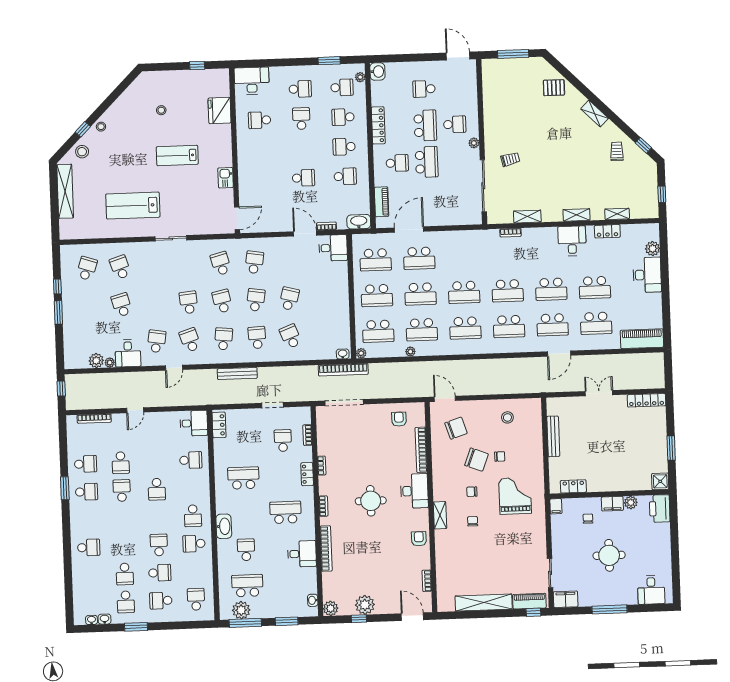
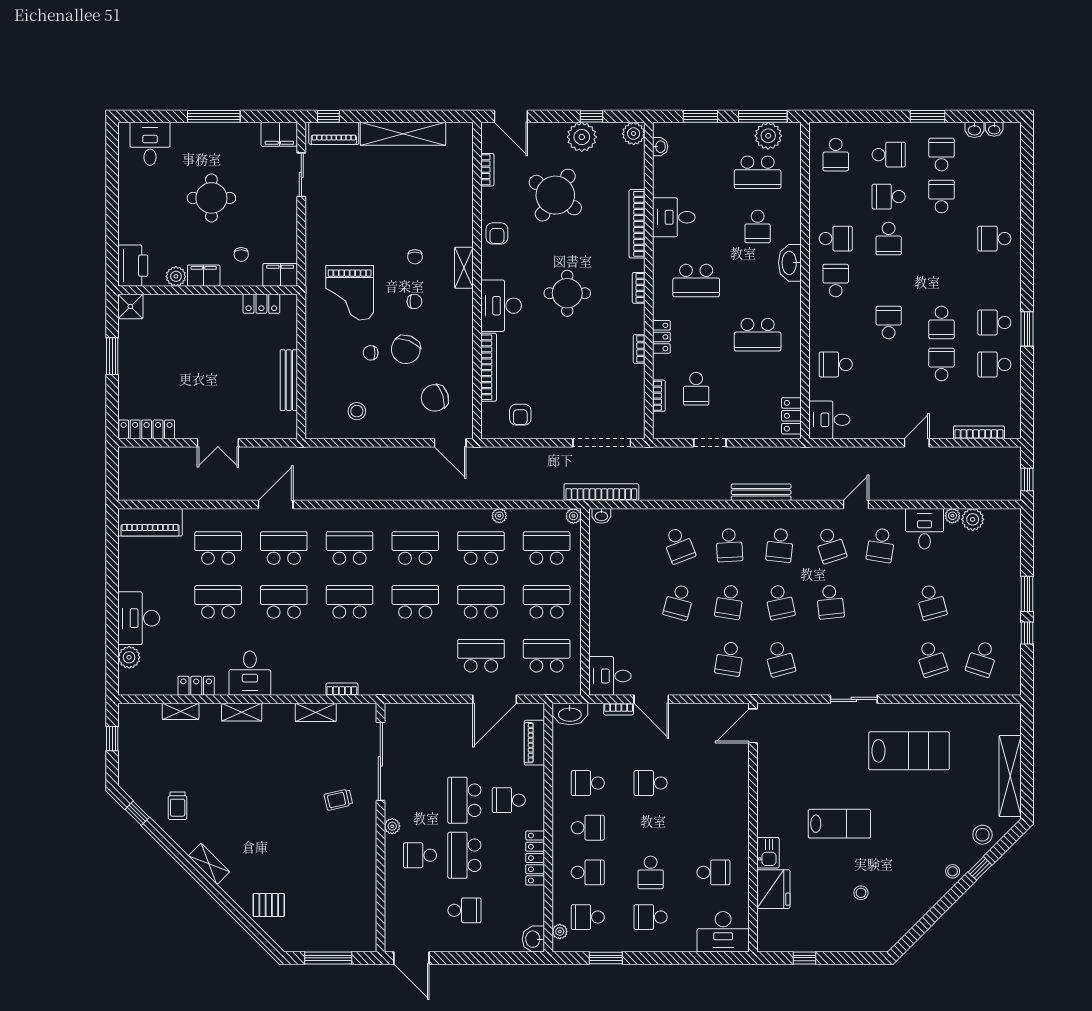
kitchen sink: (226, 178) -> (768, 853), moved
chair: (476, 460) -> (406, 349), turned -90
filing cabinet: (556, 506) -> (280, 275), width x2.00
round table: (381, 566) -> (555, 195), added

